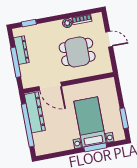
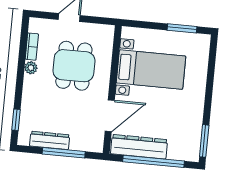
bed with nightstands: (90, 122) -> (151, 70), moved, turned 180
window: (95, 147) -> (204, 141), moved

